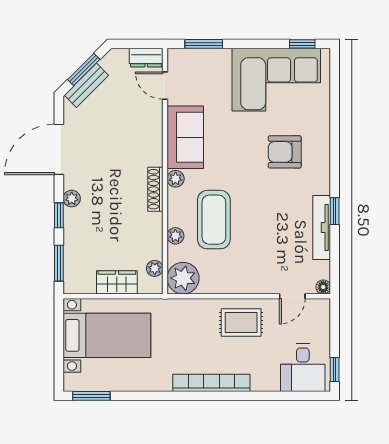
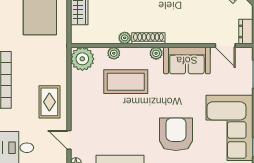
door: (165, 86) -> (225, 45), swing flipped
armchair: (285, 152) -> (176, 134), width x1.36, depth x1.36
plant: (155, 268) -> (125, 38), moved

